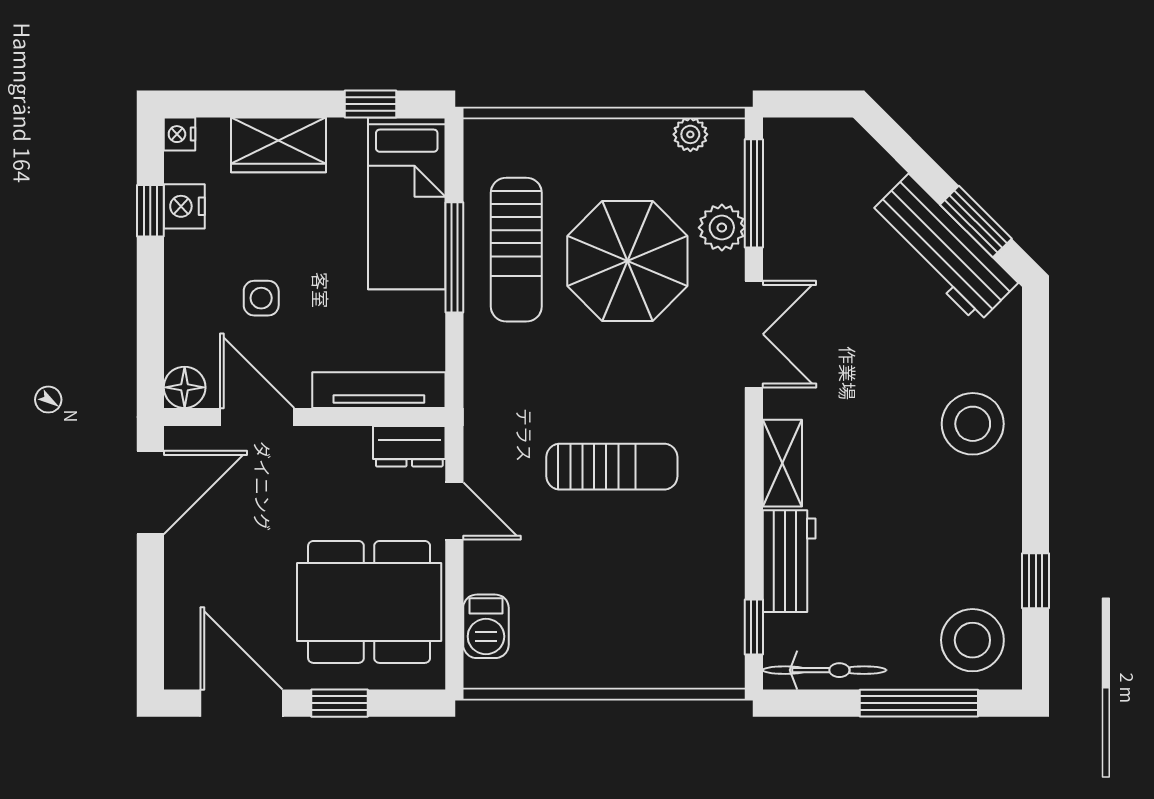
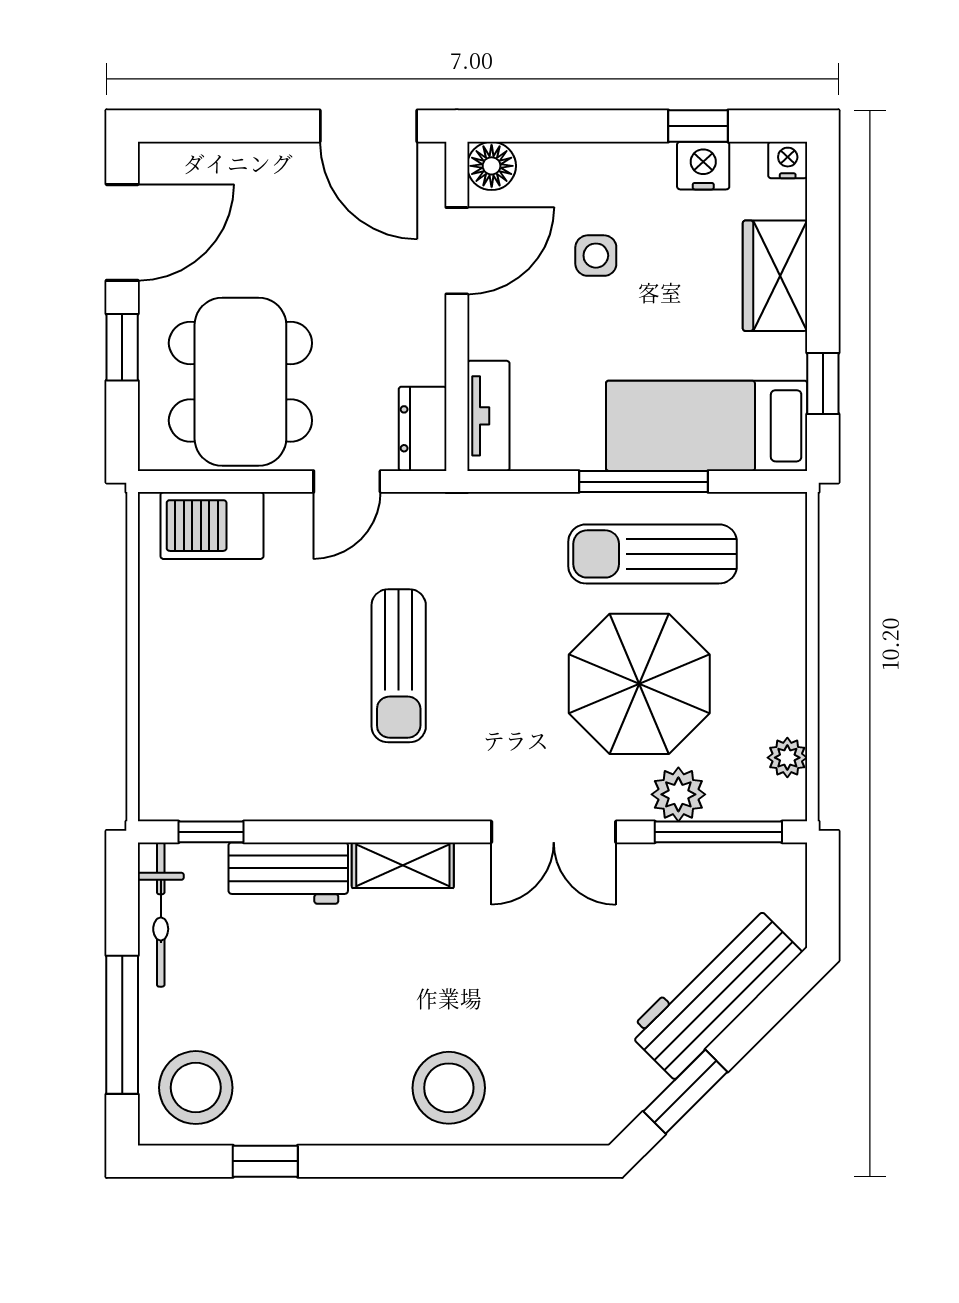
workbench: (943, 249) -> (715, 992), moved
tv unit: (379, 390) -> (488, 416), width x0.71
barbecue: (486, 626) -> (212, 526), width x1.38, depth x1.27

